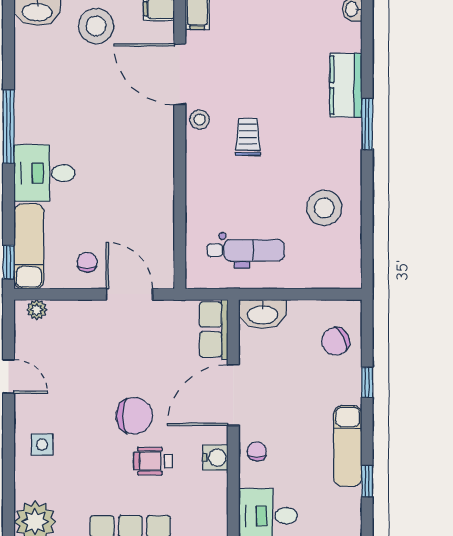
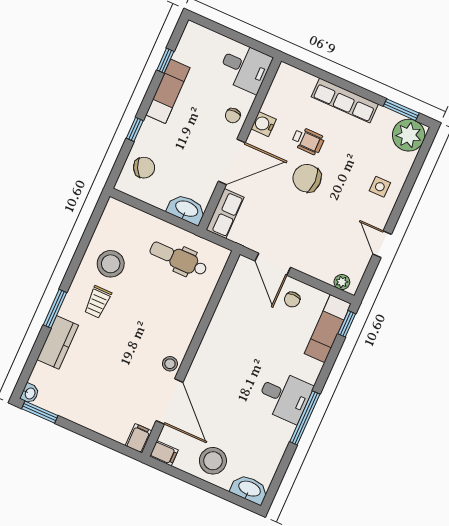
trolley: (248, 137) -> (98, 302), moved
desk: (44, 173) -> (285, 396), moved

